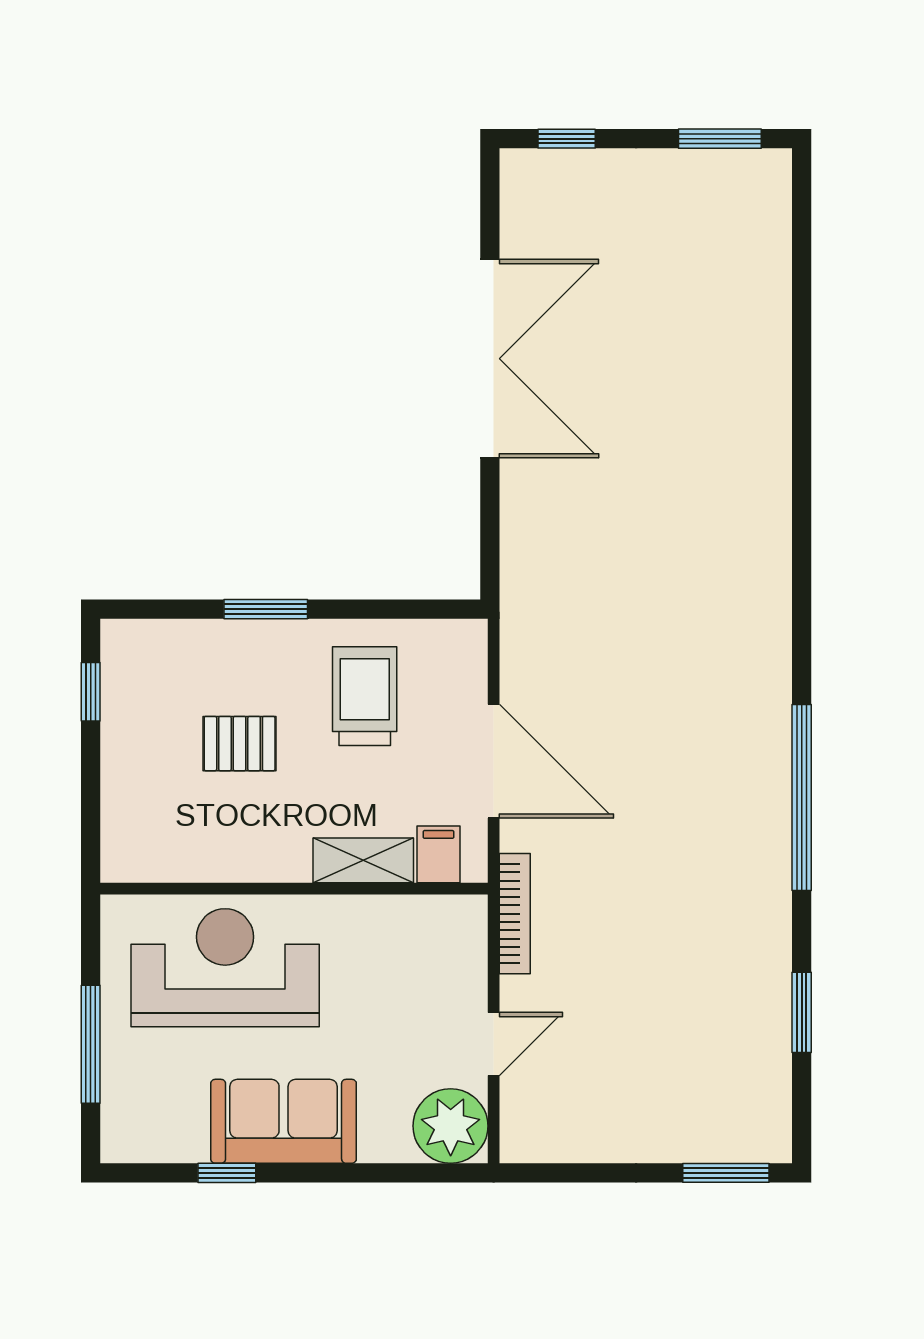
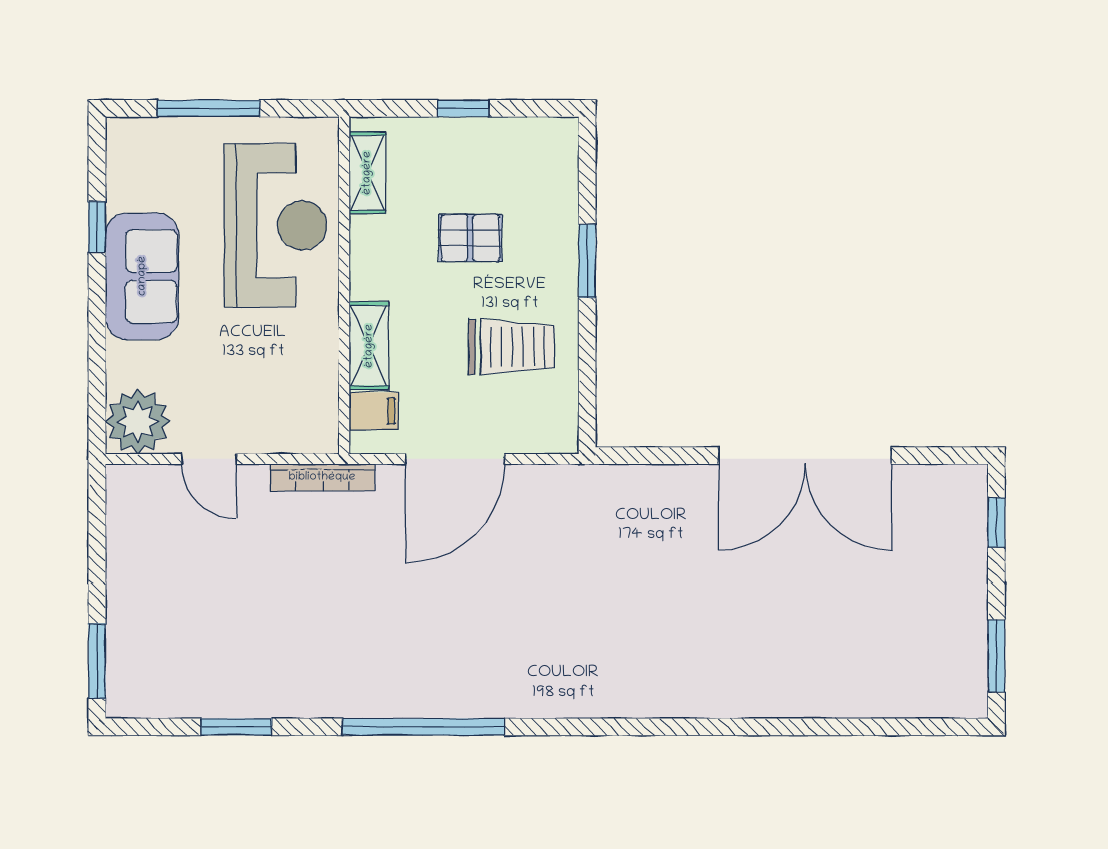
window: (91, 692) -> (463, 108), moved
pallet: (240, 744) -> (470, 238), turned 90
shelving: (164, 862) -> (367, 173), added

